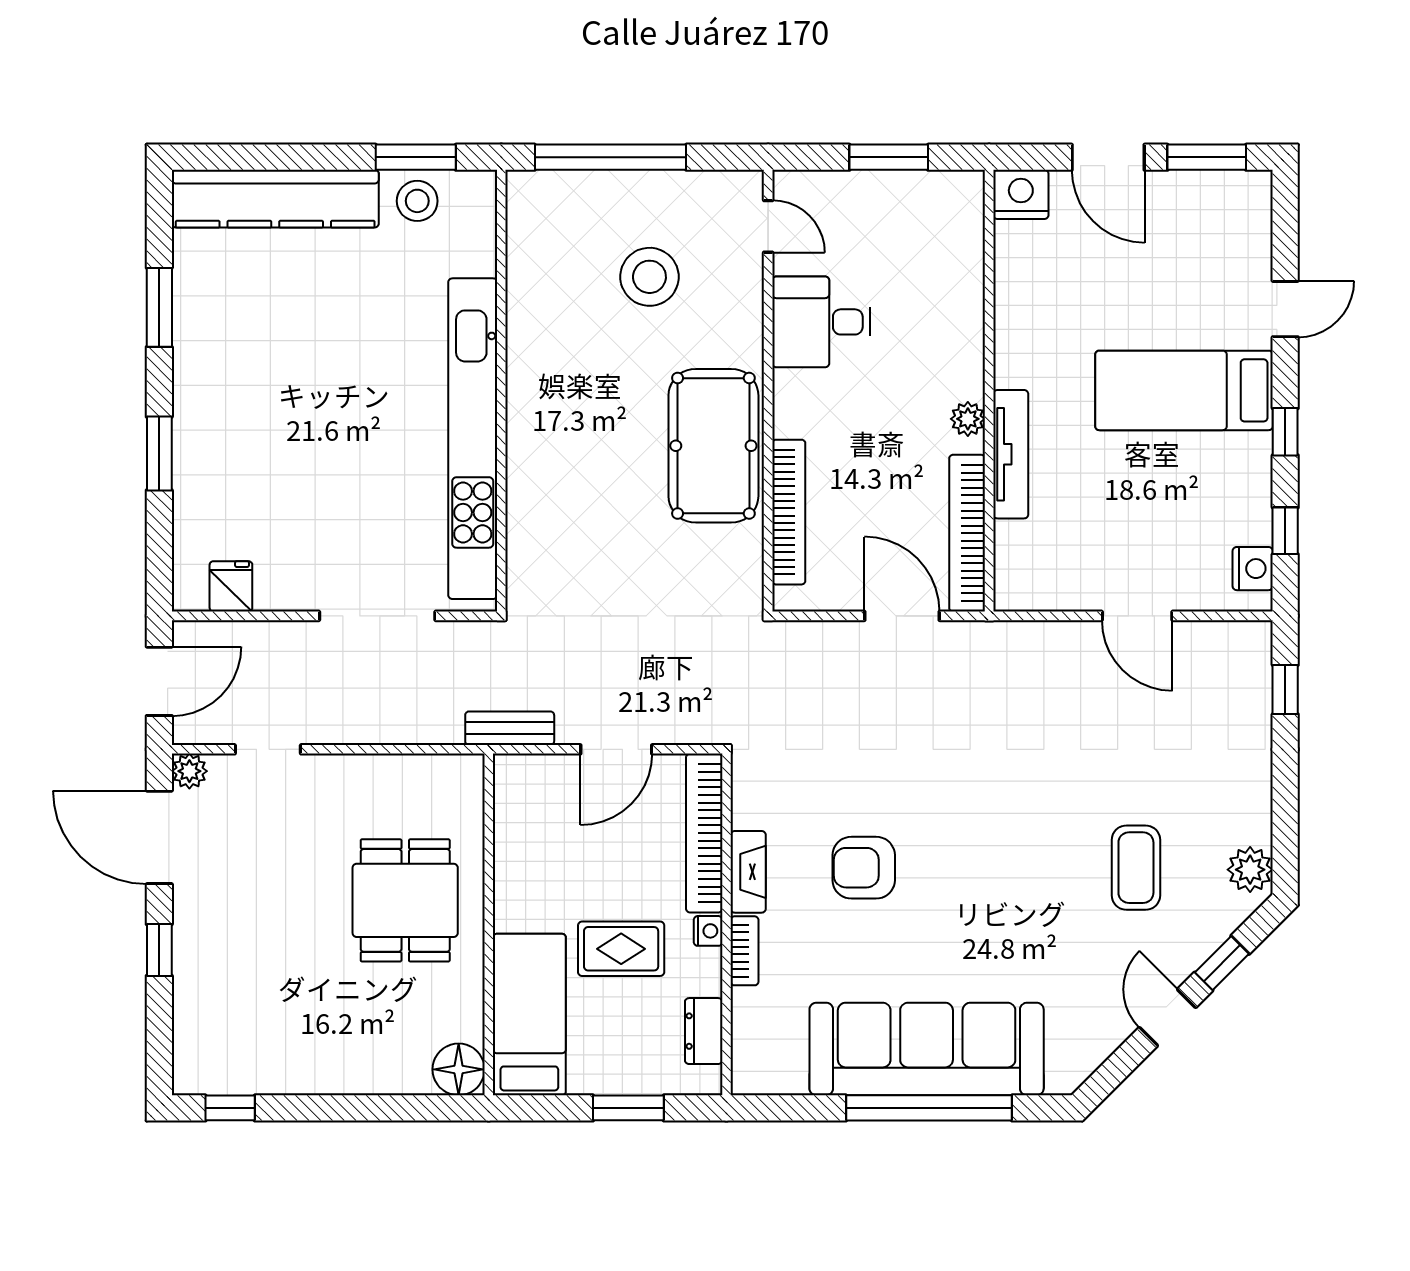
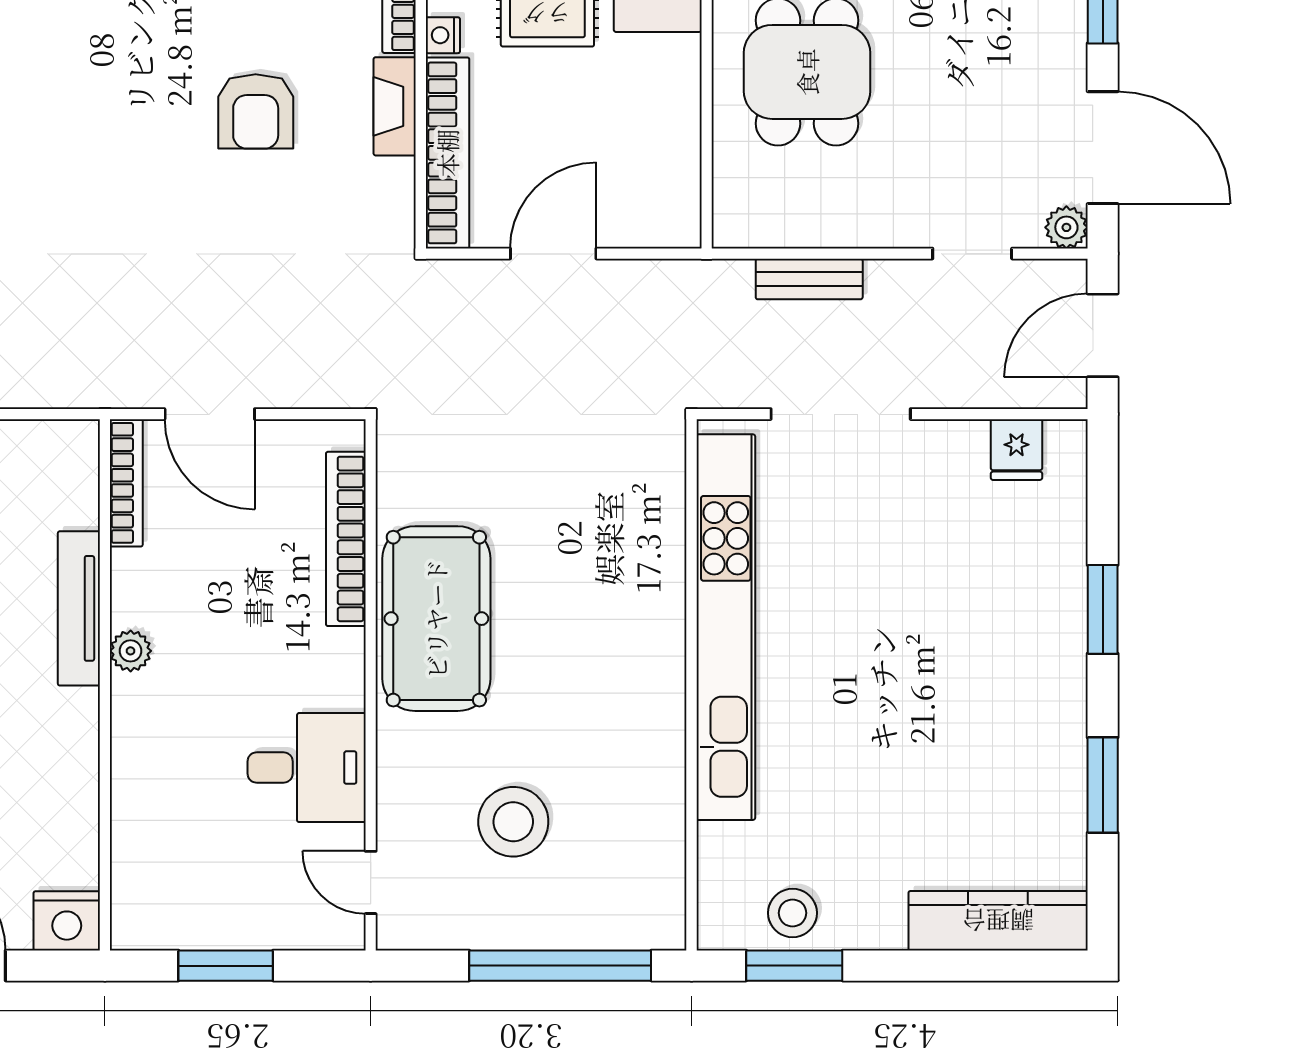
kitchen counter: (275, 199) -> (998, 921), width x0.72, depth x0.86
bookcase: (967, 533) -> (126, 483), width x0.68, depth x0.76
bench: (510, 728) -> (809, 279), moved
armchair: (864, 868) -> (256, 111), turned 90

